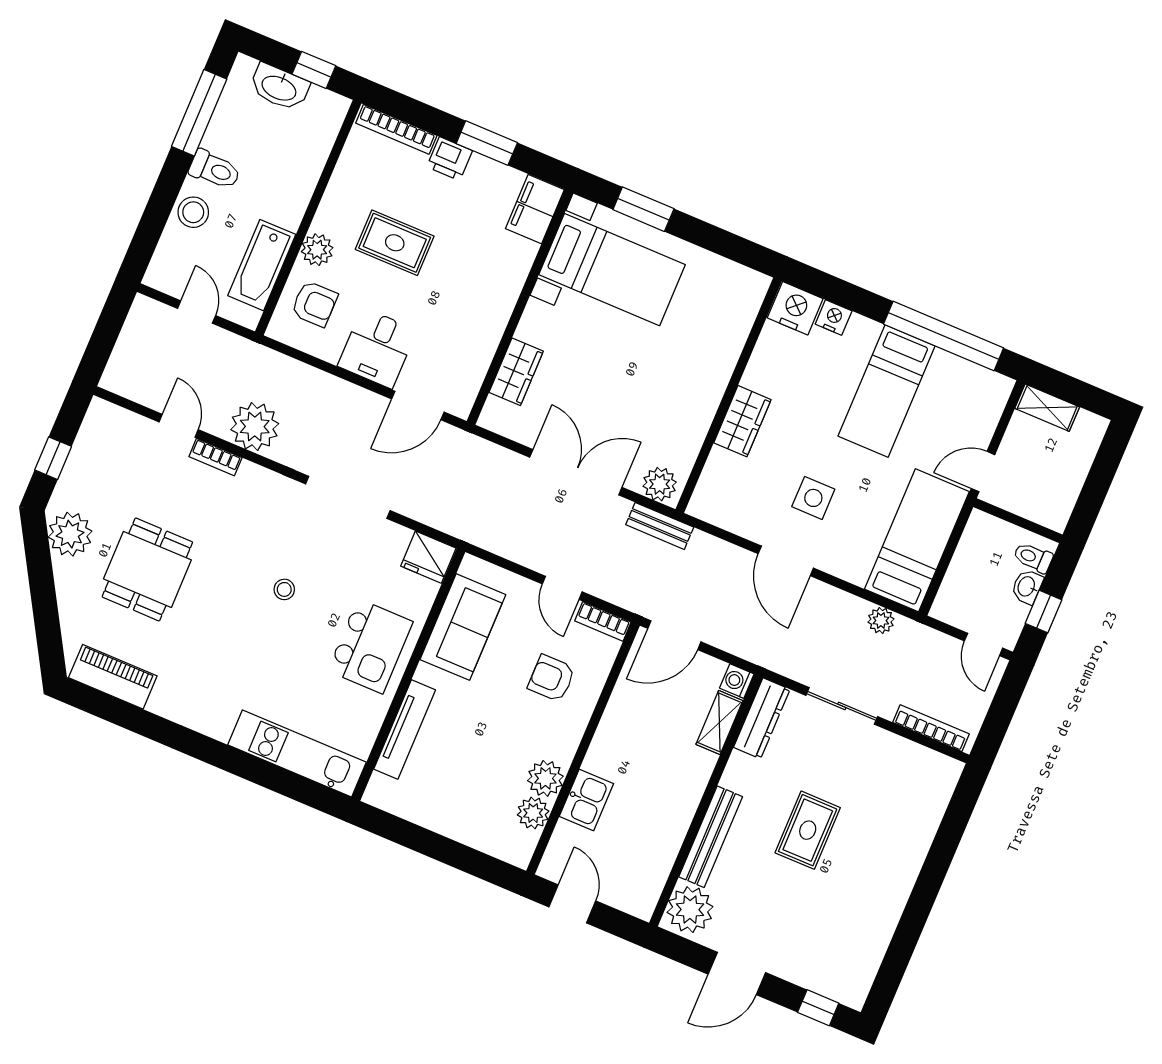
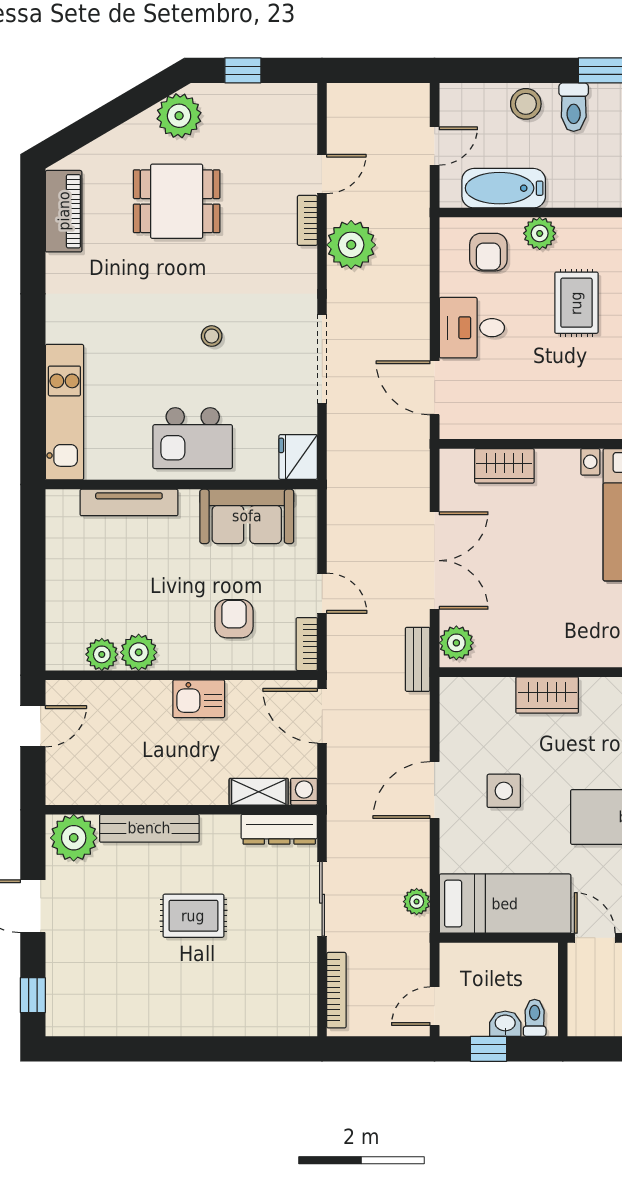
door: (562, 588) -> (322, 593), swing flipped
kitchen sink: (586, 800) -> (199, 699), moved

